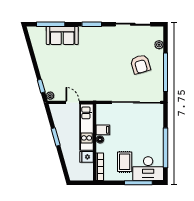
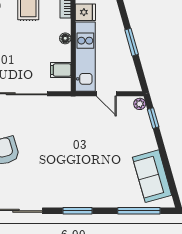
sofa: (62, 35) -> (152, 176), moved, turned -106
filing cabinet: (103, 130) -> (61, 70), moved

